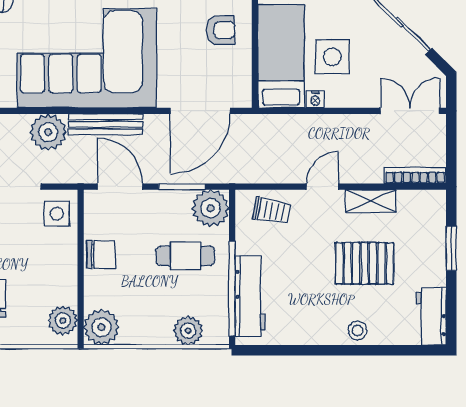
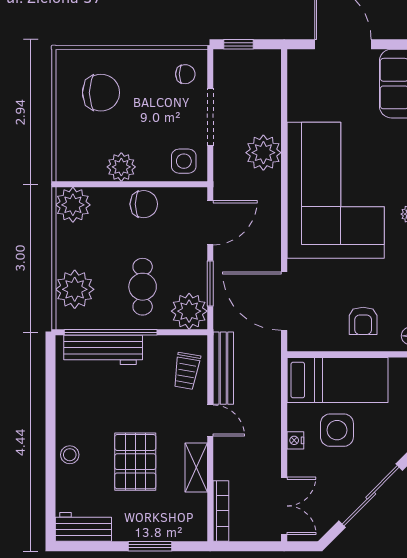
nightstand: (315, 99) -> (295, 440), moved
bench: (106, 124) -> (223, 368), moved
chair: (101, 255) -> (144, 204), turned -90
plant: (63, 321) -> (121, 167), moved
plant: (188, 331) -> (75, 289), width x1.36, depth x1.36

